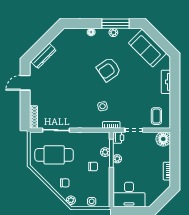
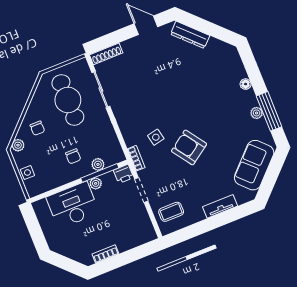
armchair: (109, 70) -> (189, 147), moved
floor lamp: (163, 139) -> (145, 233), removed
desk: (129, 195) -> (73, 205), moved, turned 90

